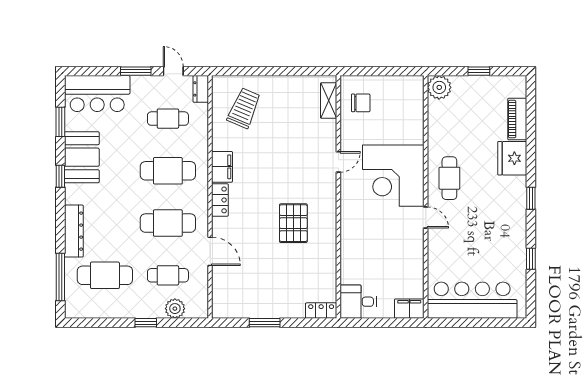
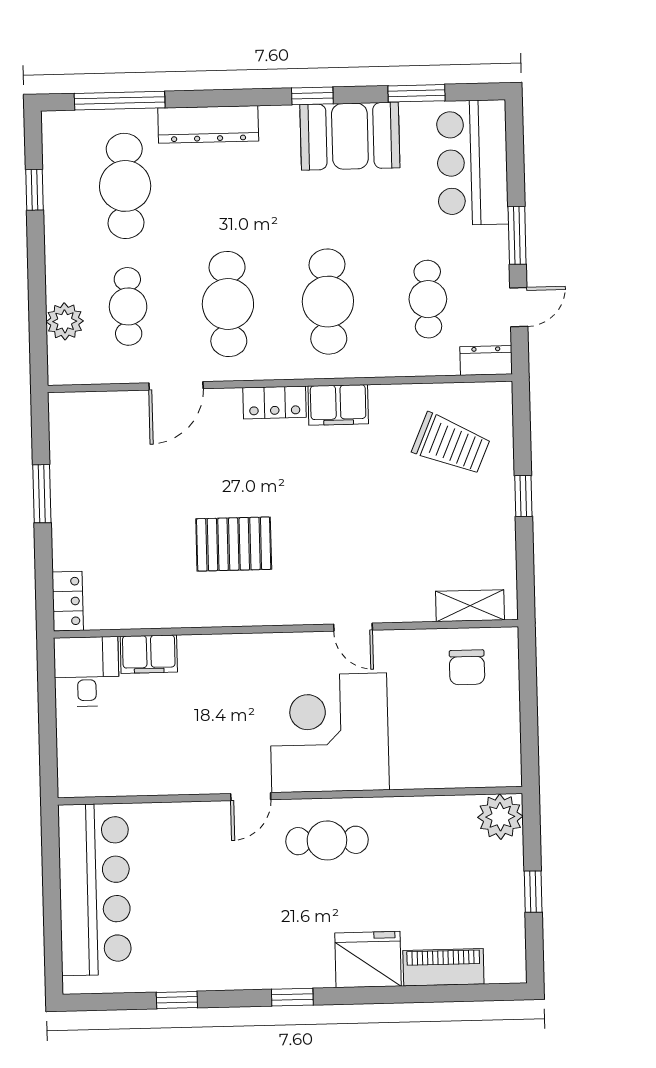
window: (272, 71) -> (523, 496), added
filing cabinet: (409, 309) -> (149, 654), moved, turned 90
window: (146, 323) -> (34, 190), moved

